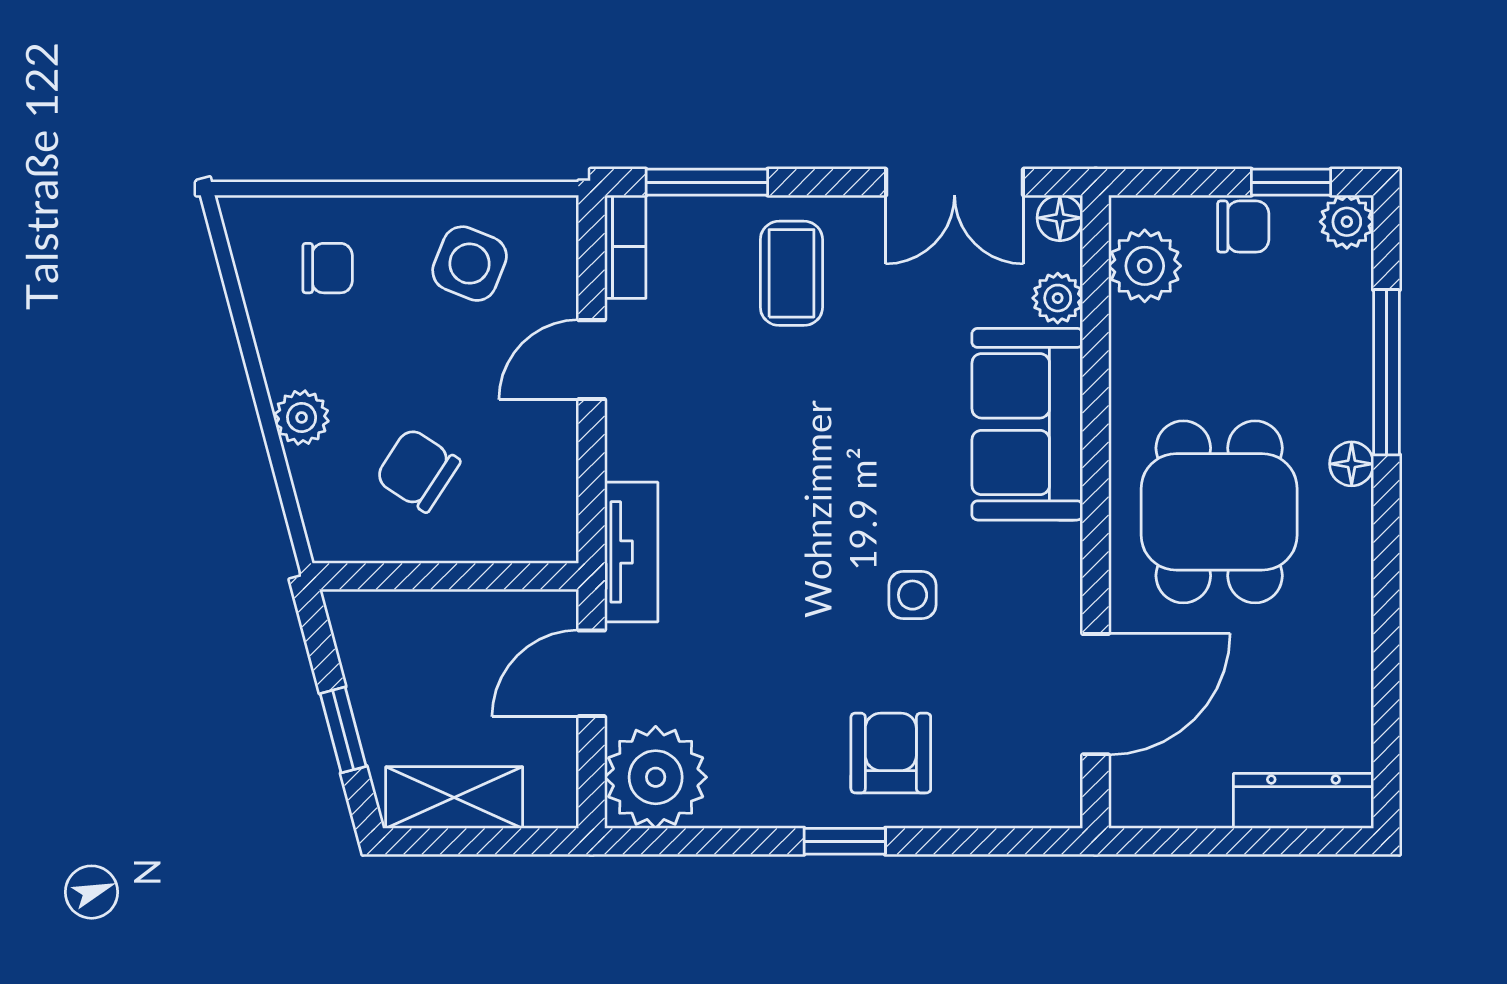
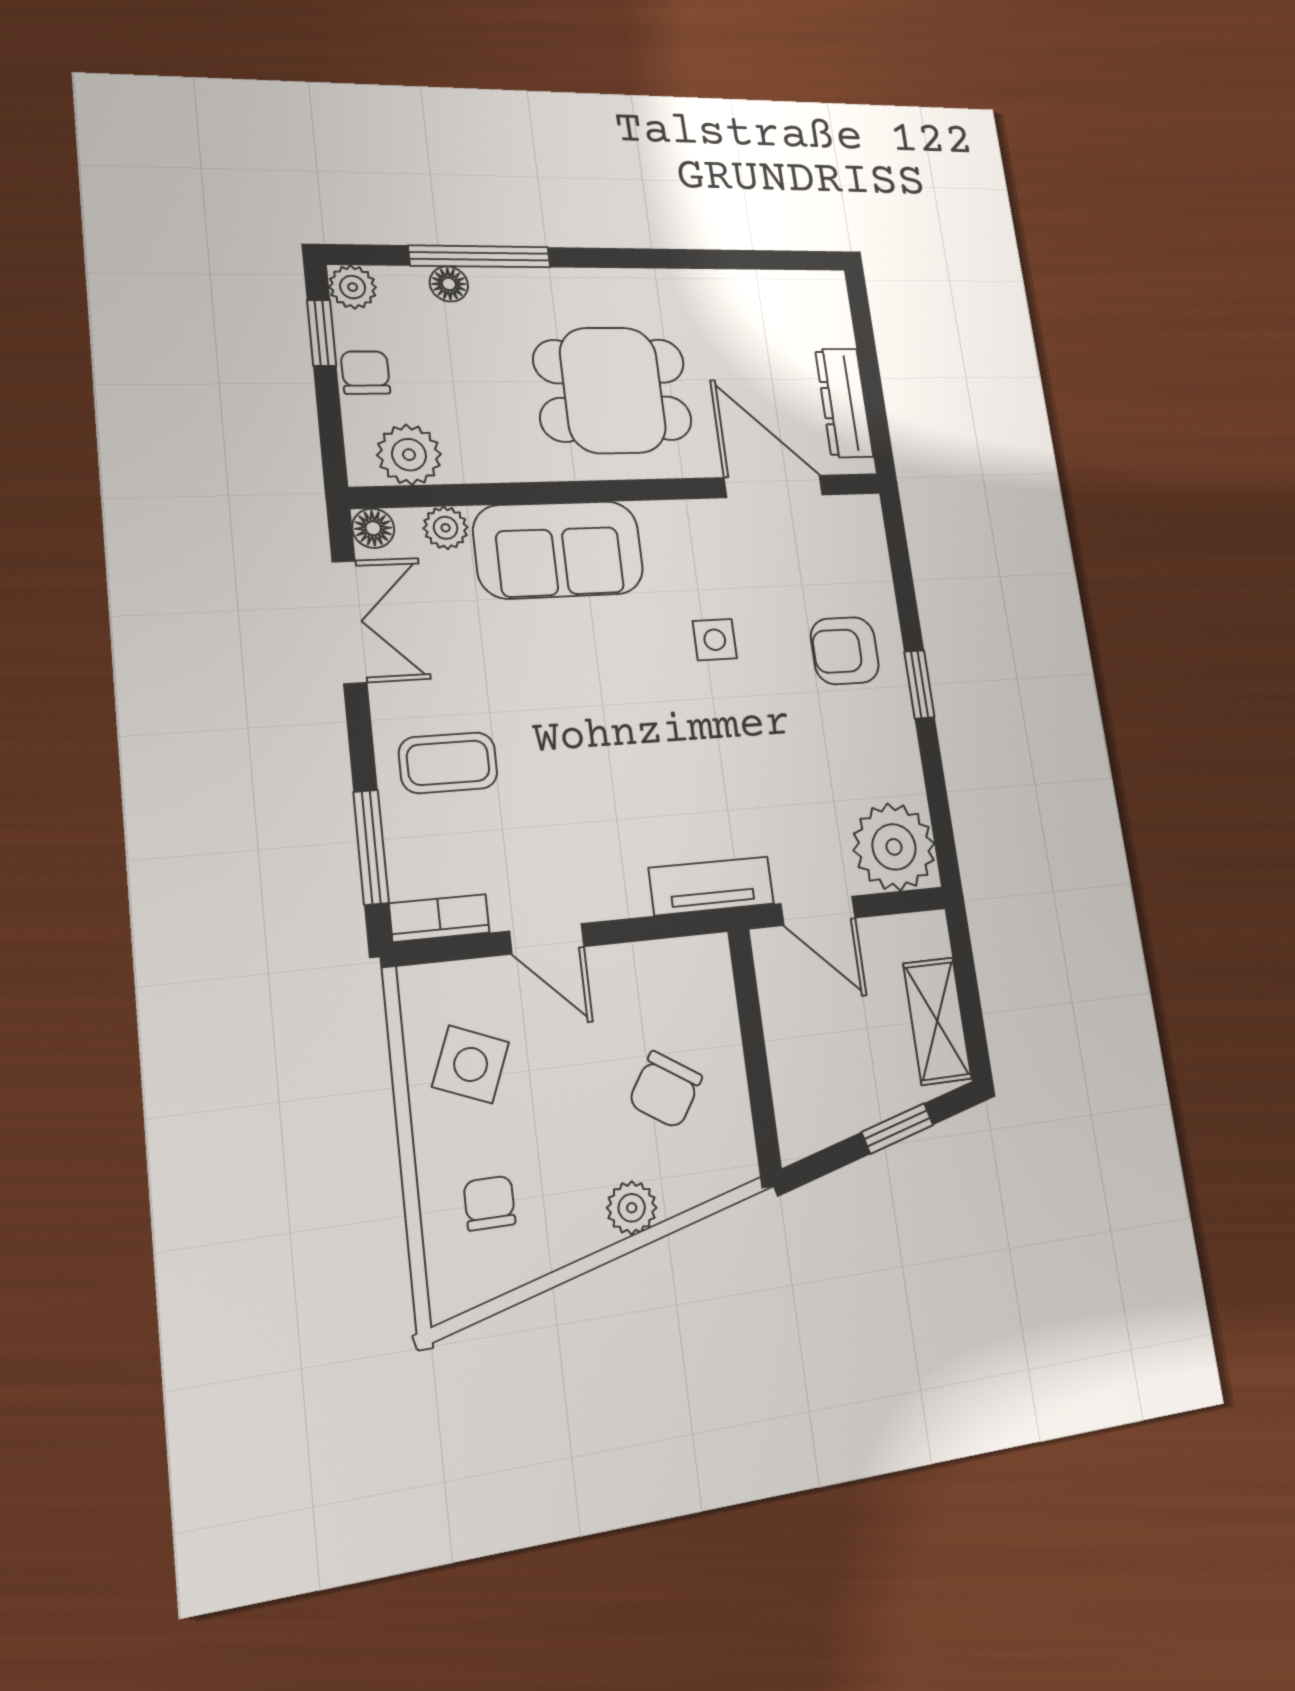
floor lamp: (1352, 464) -> (449, 284), moved
dresser: (1303, 801) -> (844, 403), moved

